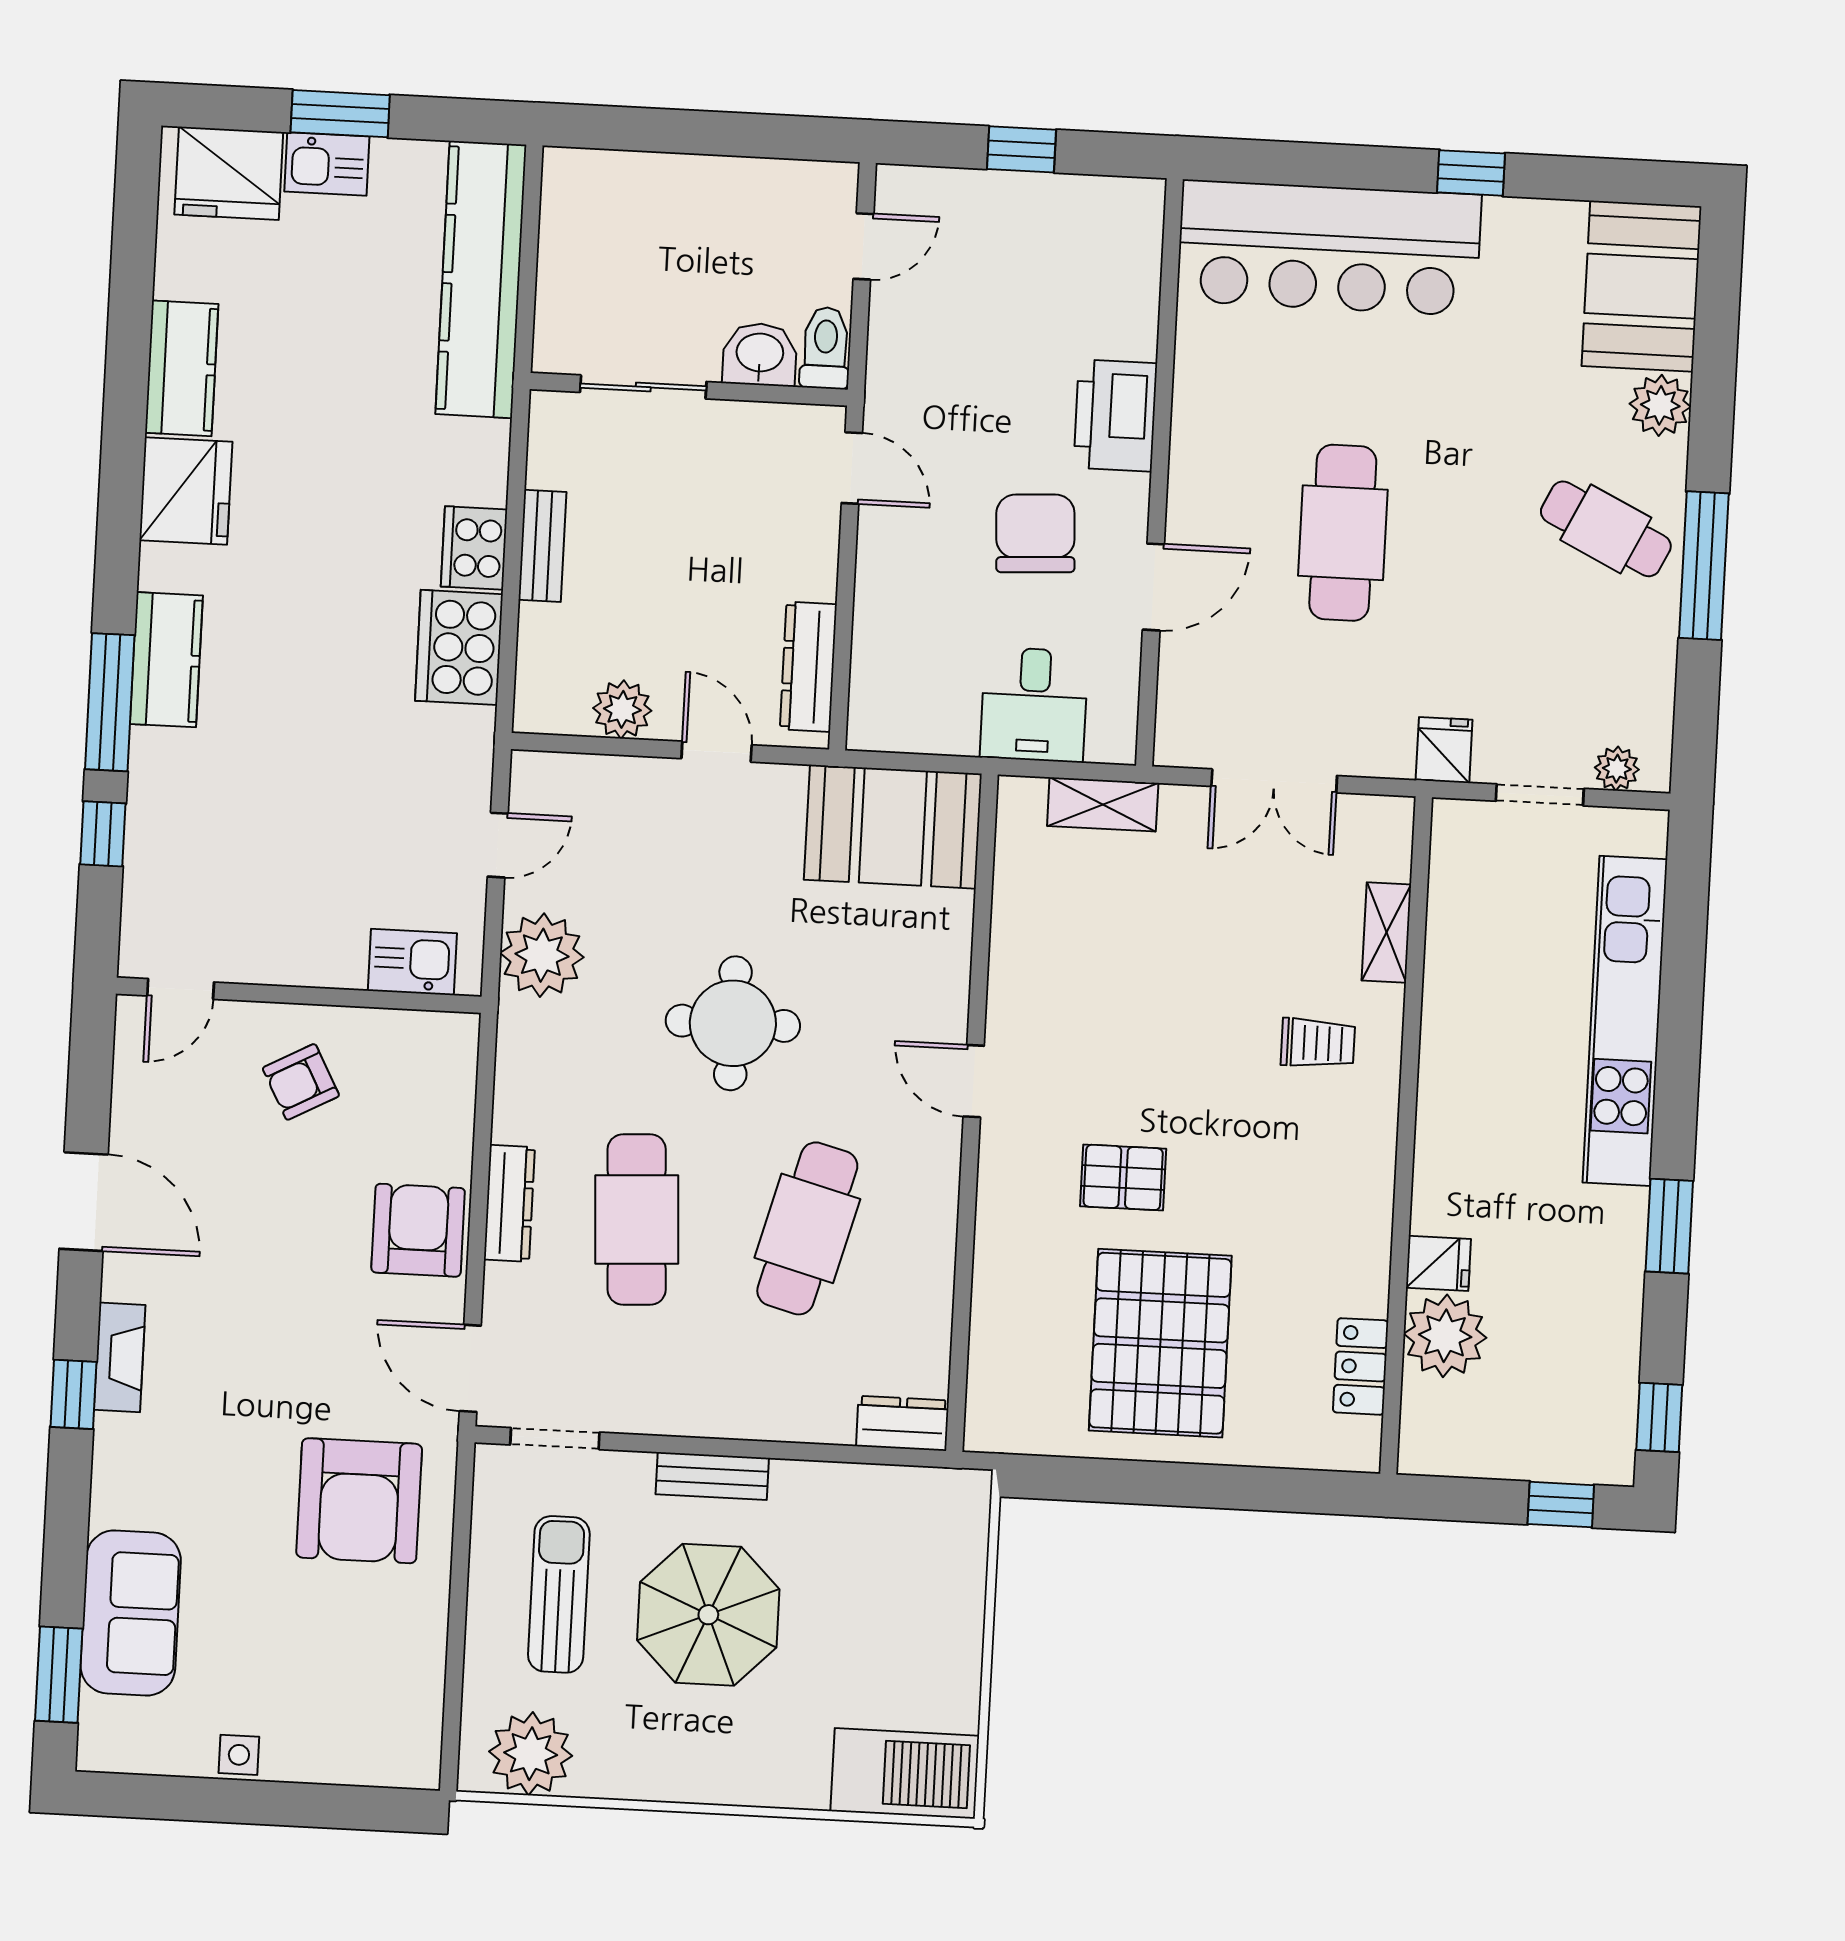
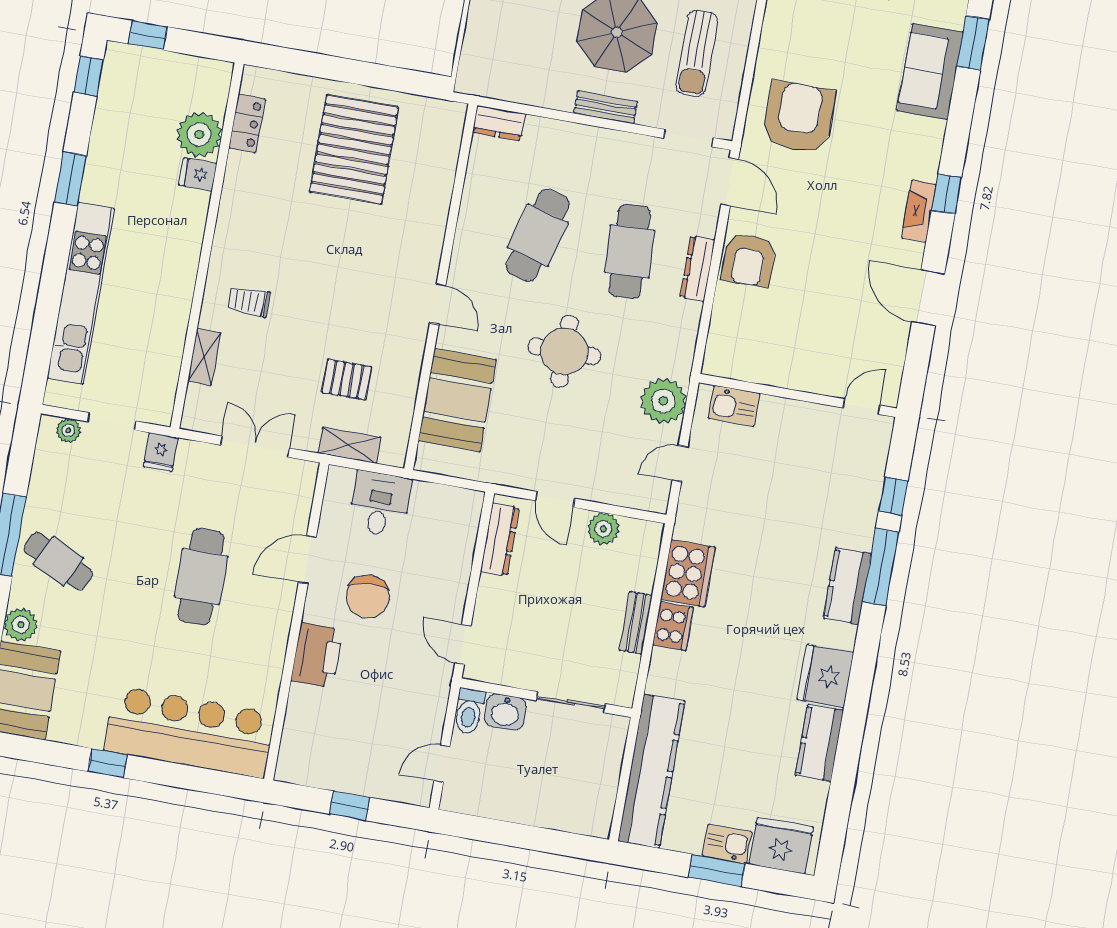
booth: (893, 827) -> (457, 400), moved, turned 90
armchair: (301, 1082) -> (802, 348), removed
pallet: (1123, 1177) -> (347, 379), moved

